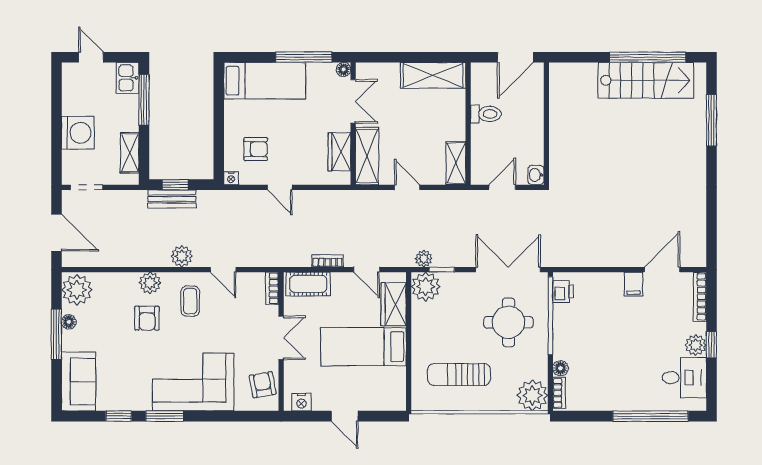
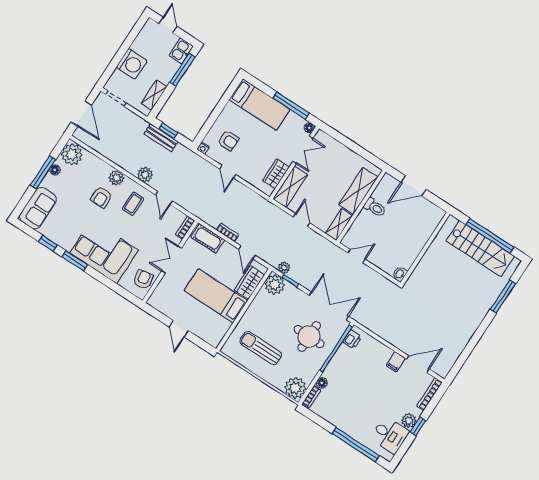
shelving: (433, 75) -> (358, 191), moved, turned 90
wall: (546, 124) -> (425, 248), moved
washbasin: (536, 175) -> (400, 274), moved
double door: (281, 338) -> (172, 259), swing flipped
nightstand: (301, 402) -> (159, 304), removed

